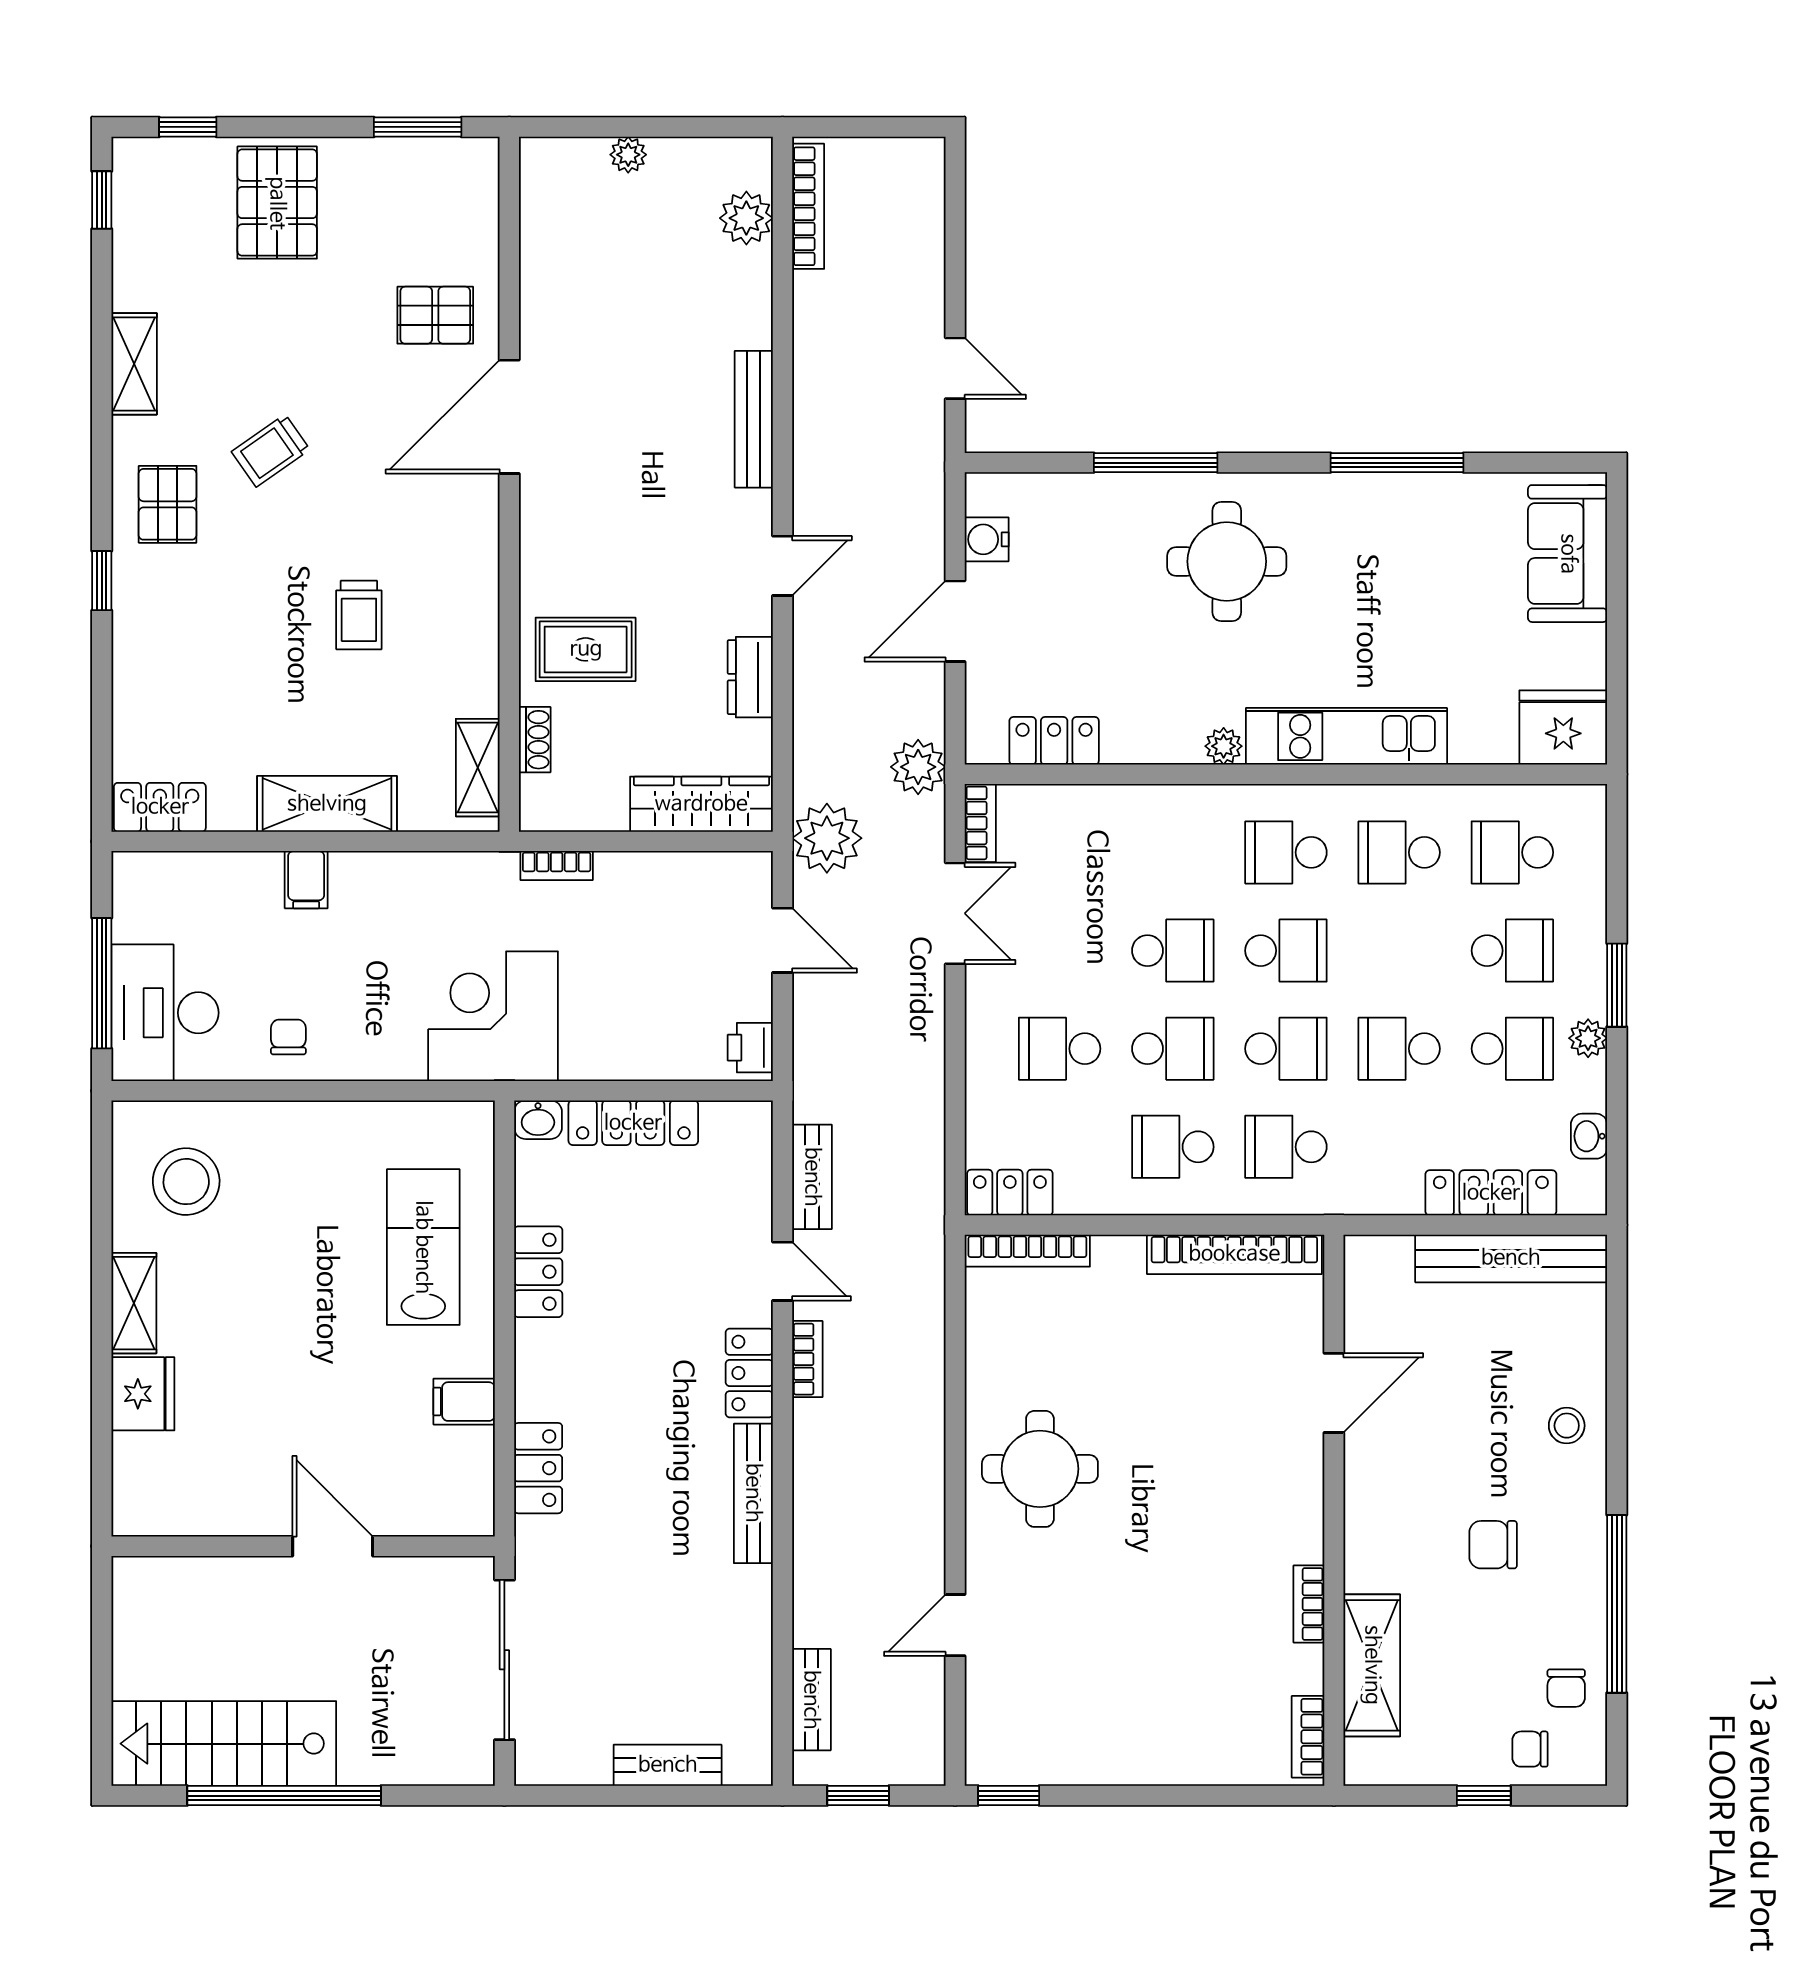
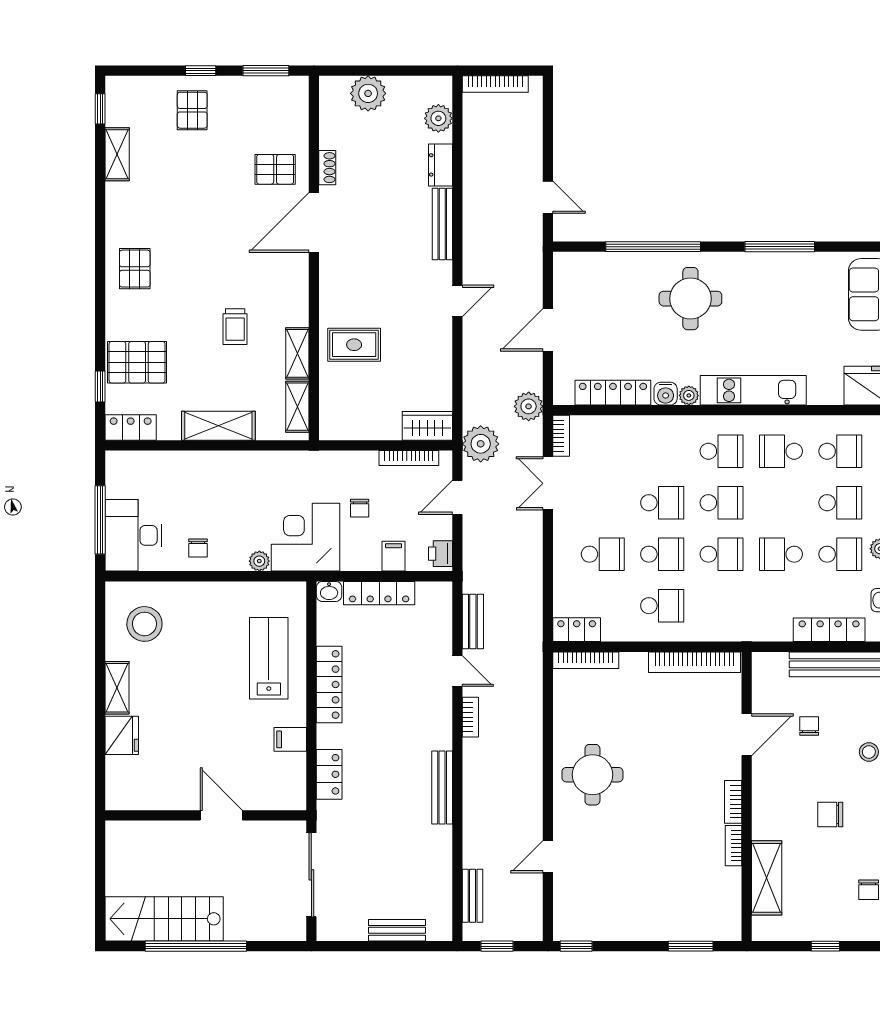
window: (188, 127) -> (201, 71), moved
plant: (628, 155) -> (368, 93), width x1.87, depth x1.87
pallet: (277, 203) -> (192, 110), width x0.67, depth x0.71
bookcase: (808, 206) -> (495, 84), moved, turned 90
shelving: (134, 364) -> (117, 154), moved
trolley: (271, 451) -> (189, 240), removed
window: (1156, 463) -> (653, 247), width x1.46
water cooler: (987, 539) -> (666, 394), moved, turned -90
window: (102, 581) -> (100, 387), moved
shelving: (478, 666) -> (297, 353), added
dresser: (750, 677) -> (440, 165), moved
pallet: (172, 683) -> (137, 362), added
shoe rack: (535, 740) -> (327, 168), moved
locker: (1054, 741) -> (613, 393), width x1.53
wardrobe: (701, 804) -> (427, 426), width x0.67
school desk: (1286, 852) -> (722, 451), turned 180
school desk: (1512, 852) -> (840, 451), turned 180
bookcase: (557, 865) -> (409, 458), moved, width x1.56
filing cabinet: (306, 880) -> (393, 556), moved, turned 180
double door: (955, 913) -> (548, 483), swing flipped
door: (783, 940) -> (457, 497), swing flipped
chair: (596, 961) -> (360, 508), added
chair: (288, 1037) -> (198, 548), turned 180
school desk: (1060, 1049) -> (603, 554), turned 180
plant: (405, 1062) -> (259, 561), added
school desk: (1173, 1147) -> (662, 606), turned 180
school desk: (1286, 1147) -> (722, 606), removed
locker: (538, 1272) -> (329, 684), width x1.53
locker: (749, 1373) -> (440, 724), removed
bookcase: (1308, 1737) -> (733, 802), moved
chair: (1530, 1749) -> (809, 726), moved, turned 90
window: (1227, 1796) -> (691, 946), added

